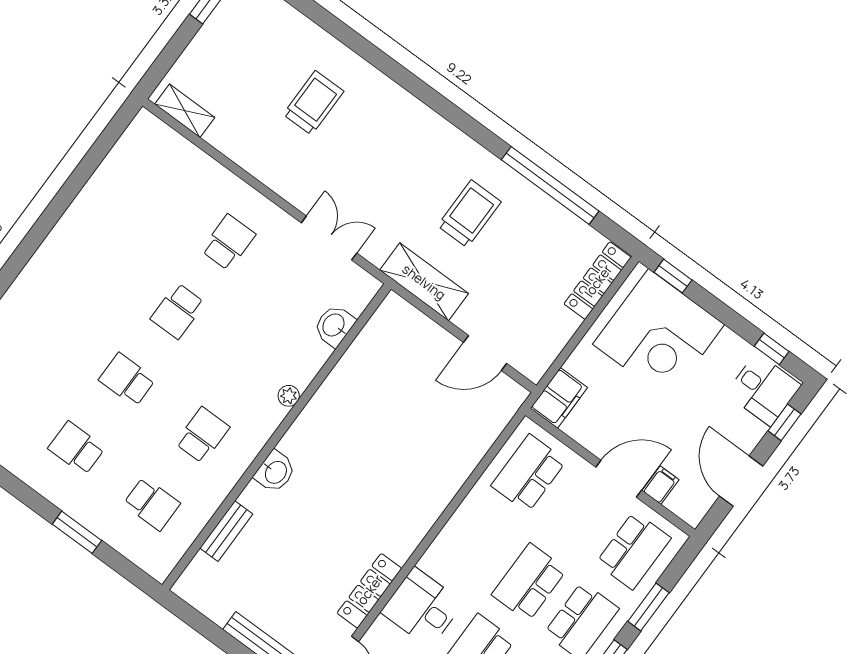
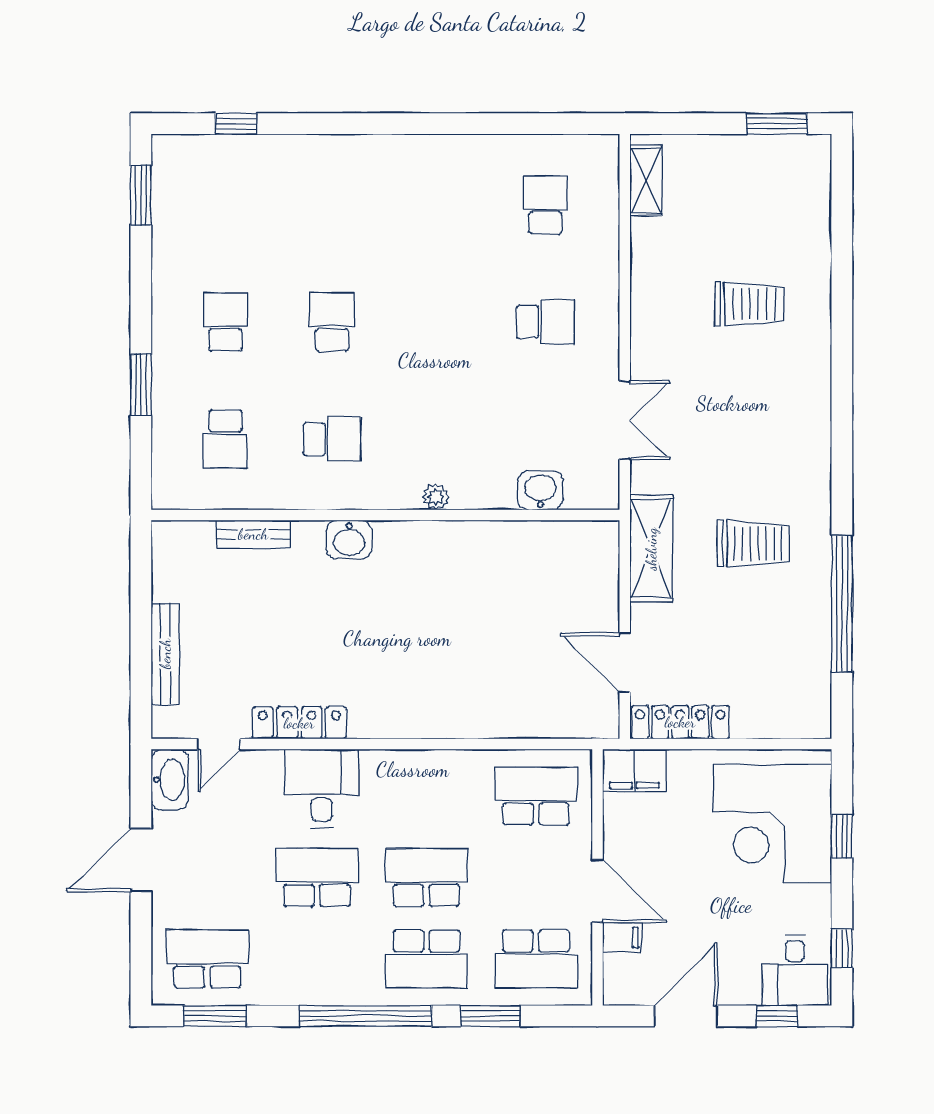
window: (673, 276) -> (842, 836), moved
locker: (598, 281) -> (680, 722), moved
school desk: (178, 311) -> (545, 205), moved, turned 90

